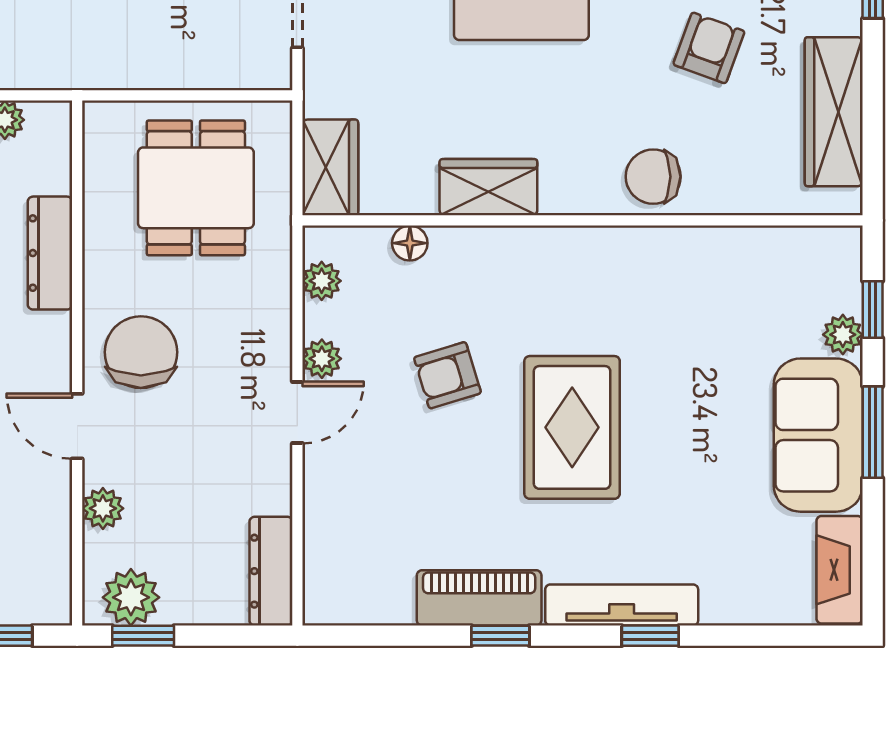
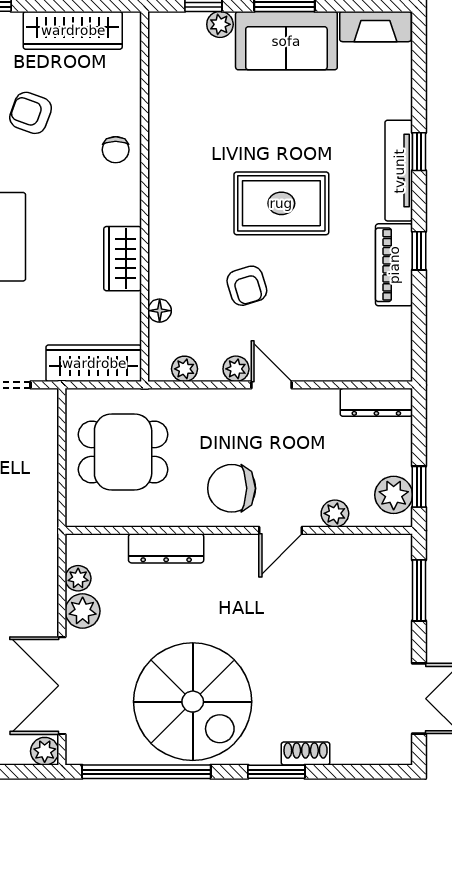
wardrobe: (330, 167) -> (94, 363), width x1.50
chair: (653, 177) -> (116, 150), width x0.73, depth x0.73

